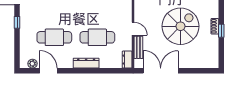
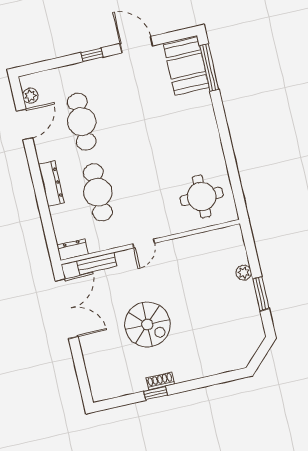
spiral stairs: (180, 26) -> (147, 325), width x0.73, depth x0.73
door: (133, 29) -> (144, 243), moved

